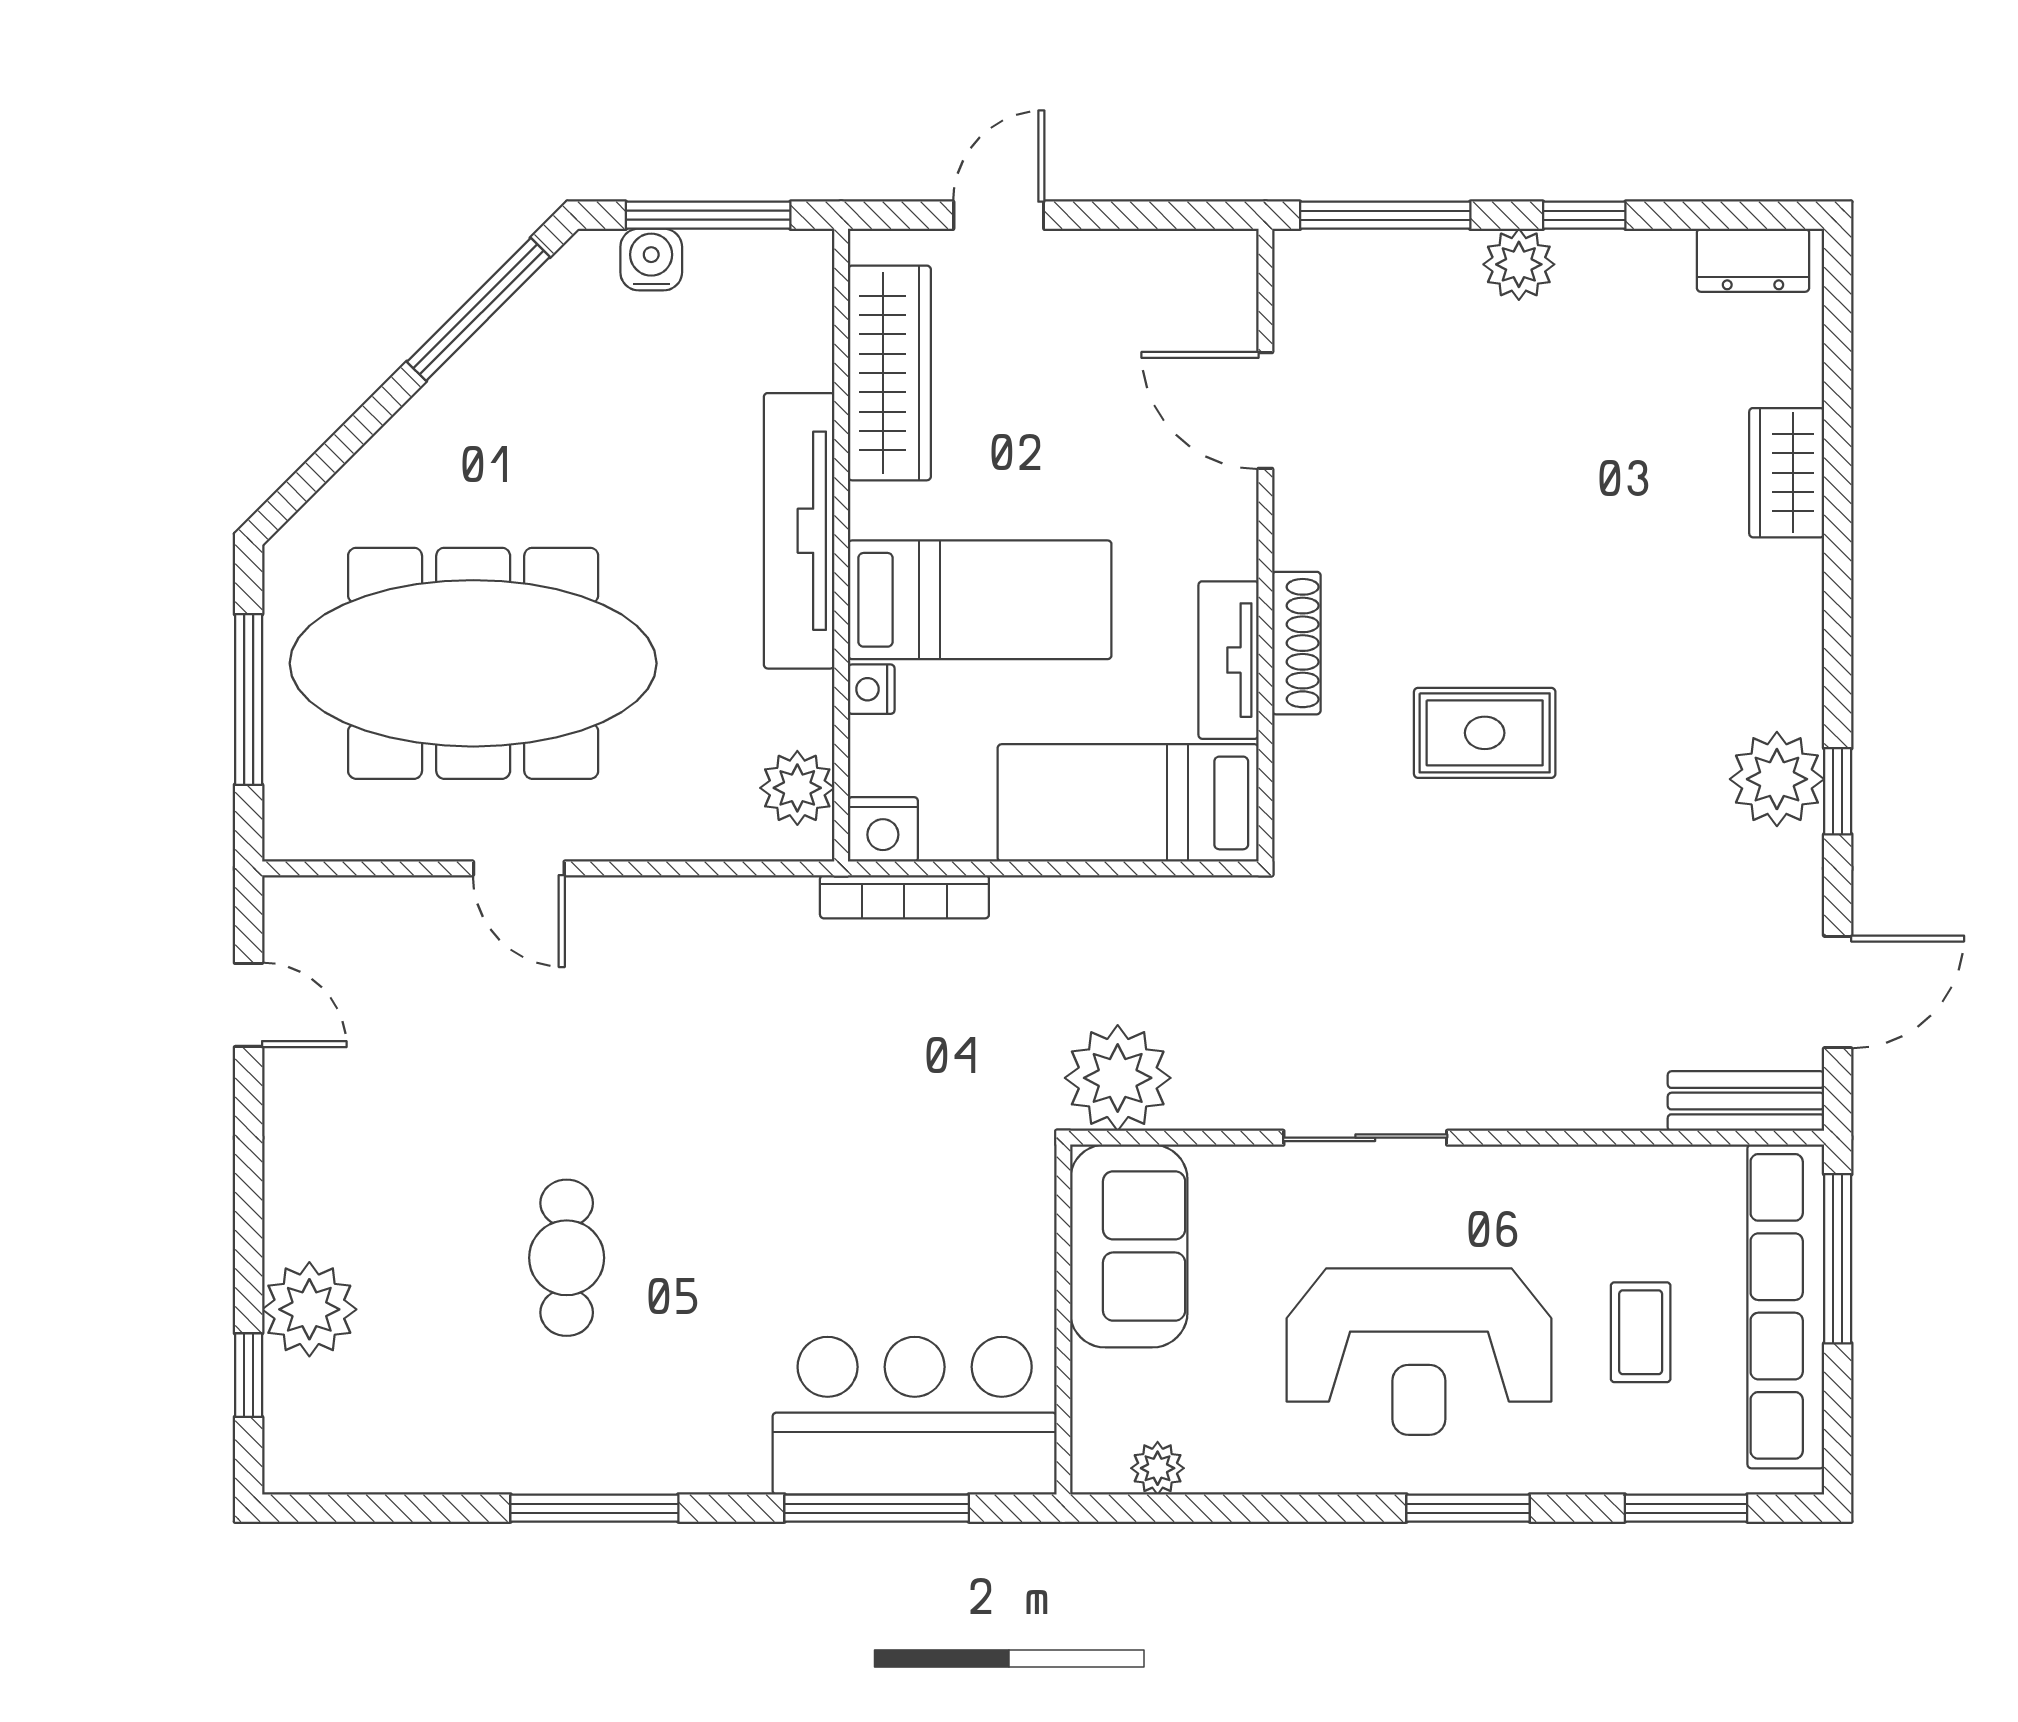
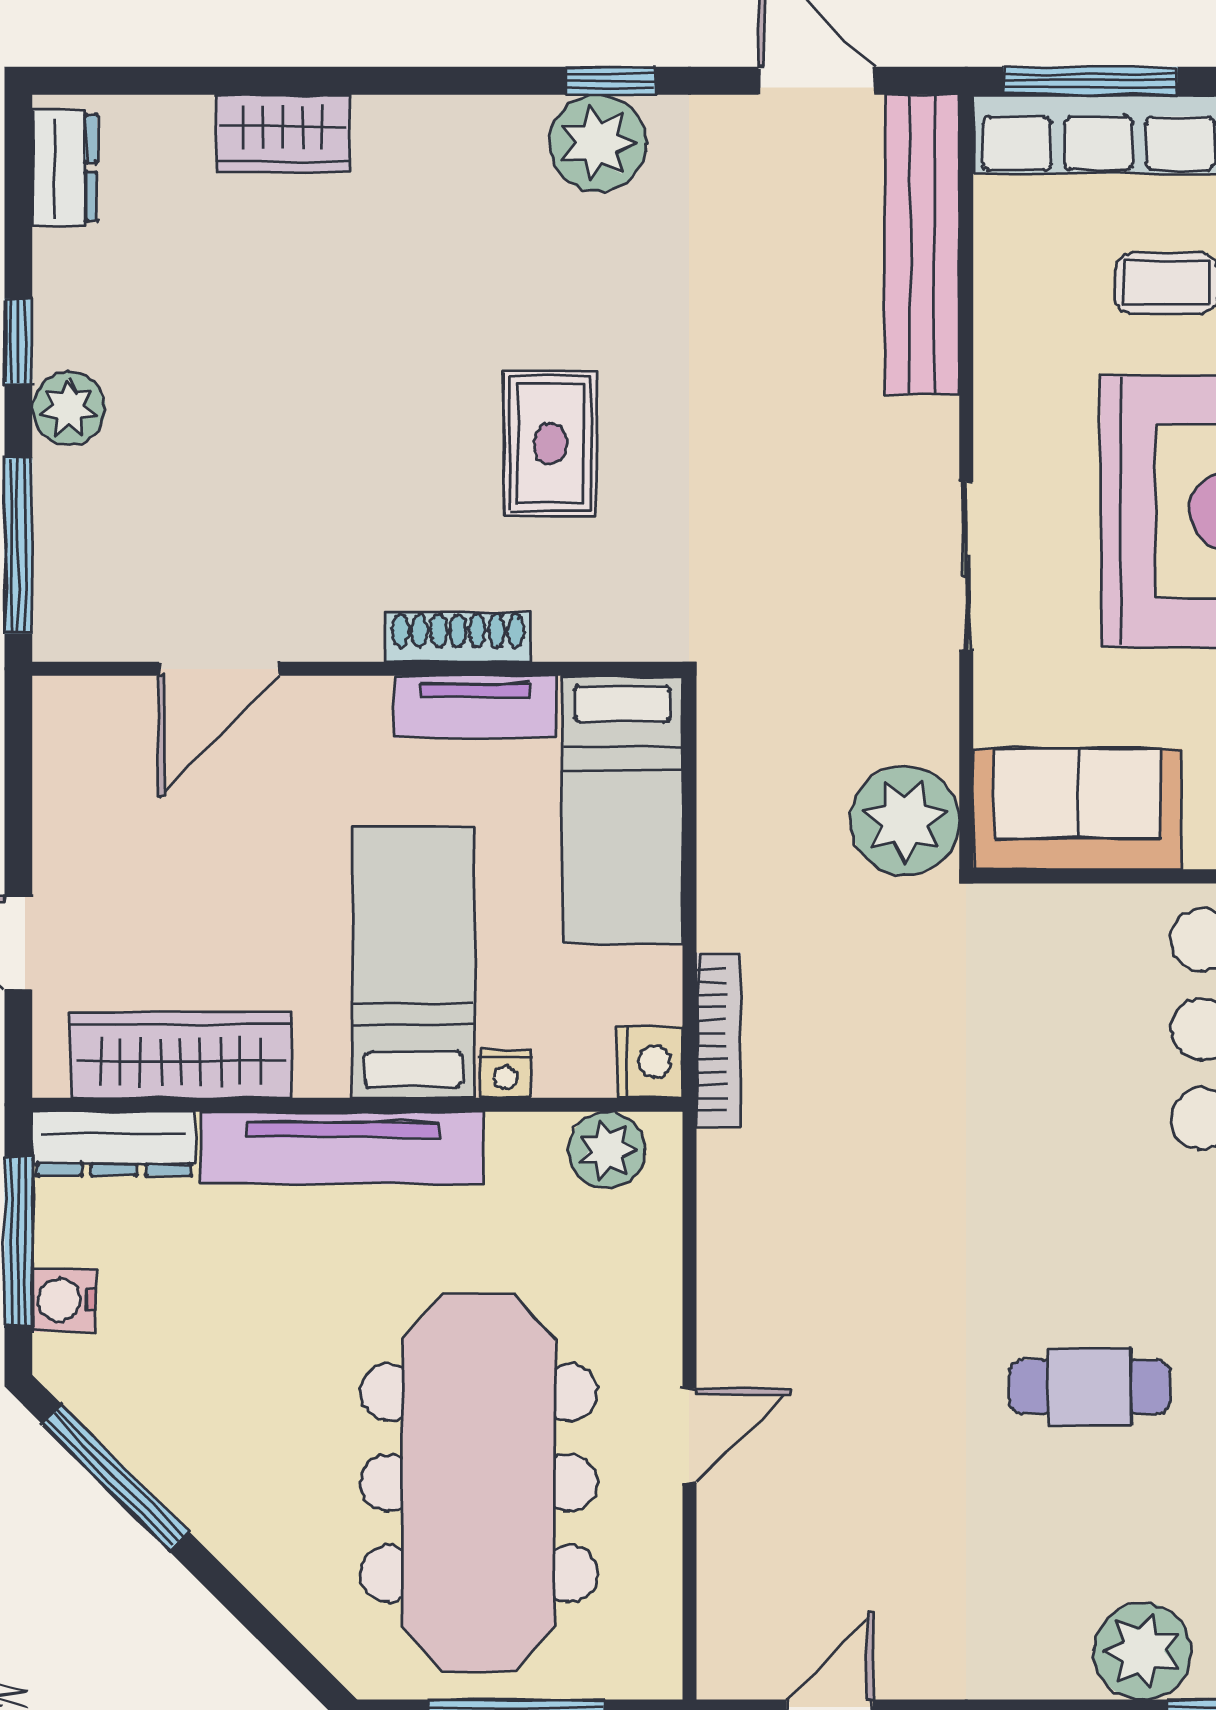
dresser: (803, 308) -> (114, 1144), added
bench: (1746, 1101) -> (922, 244), width x1.86, depth x1.21

